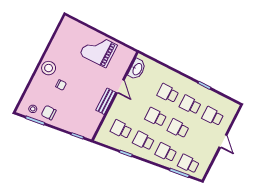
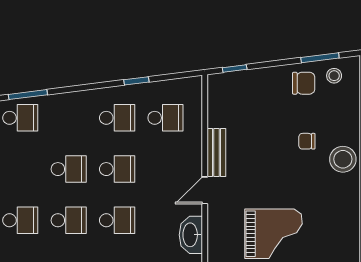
door: (120, 86) -> (205, 190), hinge flipped
school desk: (166, 152) -> (69, 118), removed

